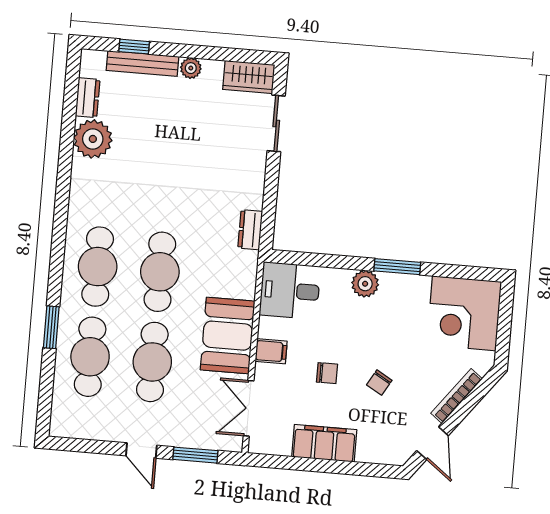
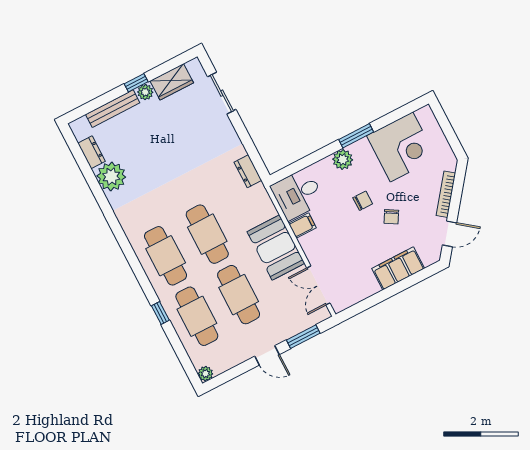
window: (134, 47) -> (136, 83), moved
wardrobe: (249, 77) -> (172, 82), moved
corner desk: (464, 313) -> (402, 147), moved, turned -90
window: (51, 327) -> (160, 313), width x0.67
filing cabinet: (271, 351) -> (302, 226), moved
chair: (327, 373) -> (363, 201), moved
plant: (59, 427) -> (205, 374), added
filing cabinet: (324, 443) -> (398, 268), moved
door: (433, 443) -> (449, 234), hinge flipped

